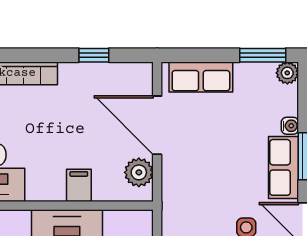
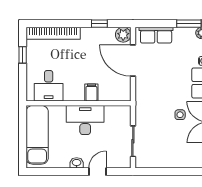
plant: (139, 172) -> (123, 35), moved

